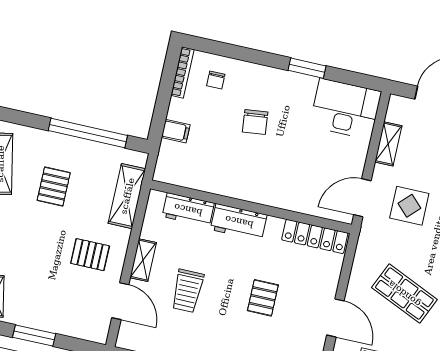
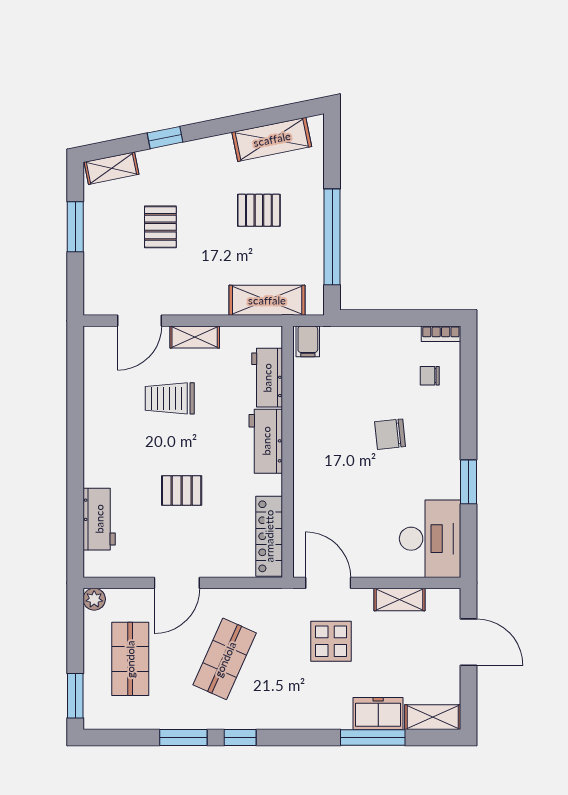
bookcase: (182, 72) -> (441, 334), width x0.64
filing cabinet: (176, 131) -> (308, 341), moved
pallet: (90, 255) -> (160, 227), moved

